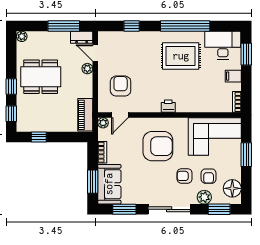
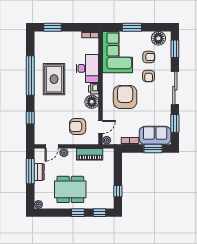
dresser: (82, 37) -> (39, 172), moved
desk: (223, 45) -> (87, 68), moved, turned 180
filing cabinet: (233, 76) -> (70, 38), removed
dining table: (41, 77) -> (70, 189), turned 90
floor lamp: (152, 104) -> (92, 102), added
piano: (85, 115) -> (90, 154), moved
door: (120, 115) -> (101, 127), hinge flipped
plant: (204, 197) -> (165, 60), removed

